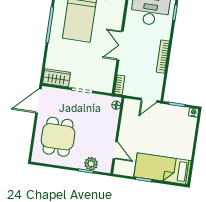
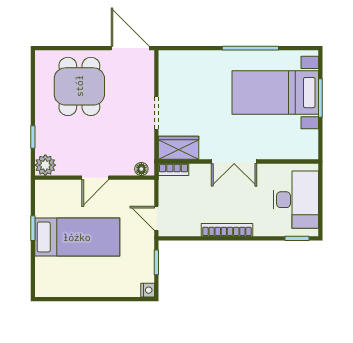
double door: (120, 46) -> (234, 161), swing flipped
wardrobe: (57, 78) -> (178, 148), moved, turned -90
dining table: (58, 137) -> (79, 86), turned 90
door: (115, 150) -> (95, 178), moved
plant: (91, 164) -> (45, 165), moved
bed: (162, 169) -> (77, 237), moved, turned 90

